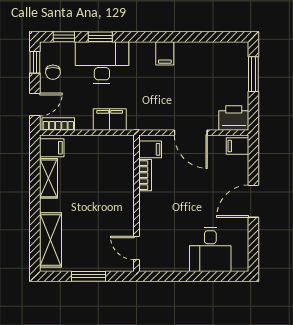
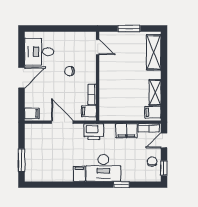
window: (64, 37) -> (145, 185), removed
desk: (102, 62) -> (103, 168), moved
printer: (234, 118) -> (94, 132), moved
filing cabinet: (110, 119) -> (126, 131), moved
chair: (180, 211) -> (69, 71), added
desk: (210, 249) -> (39, 52), moved, turned -90

